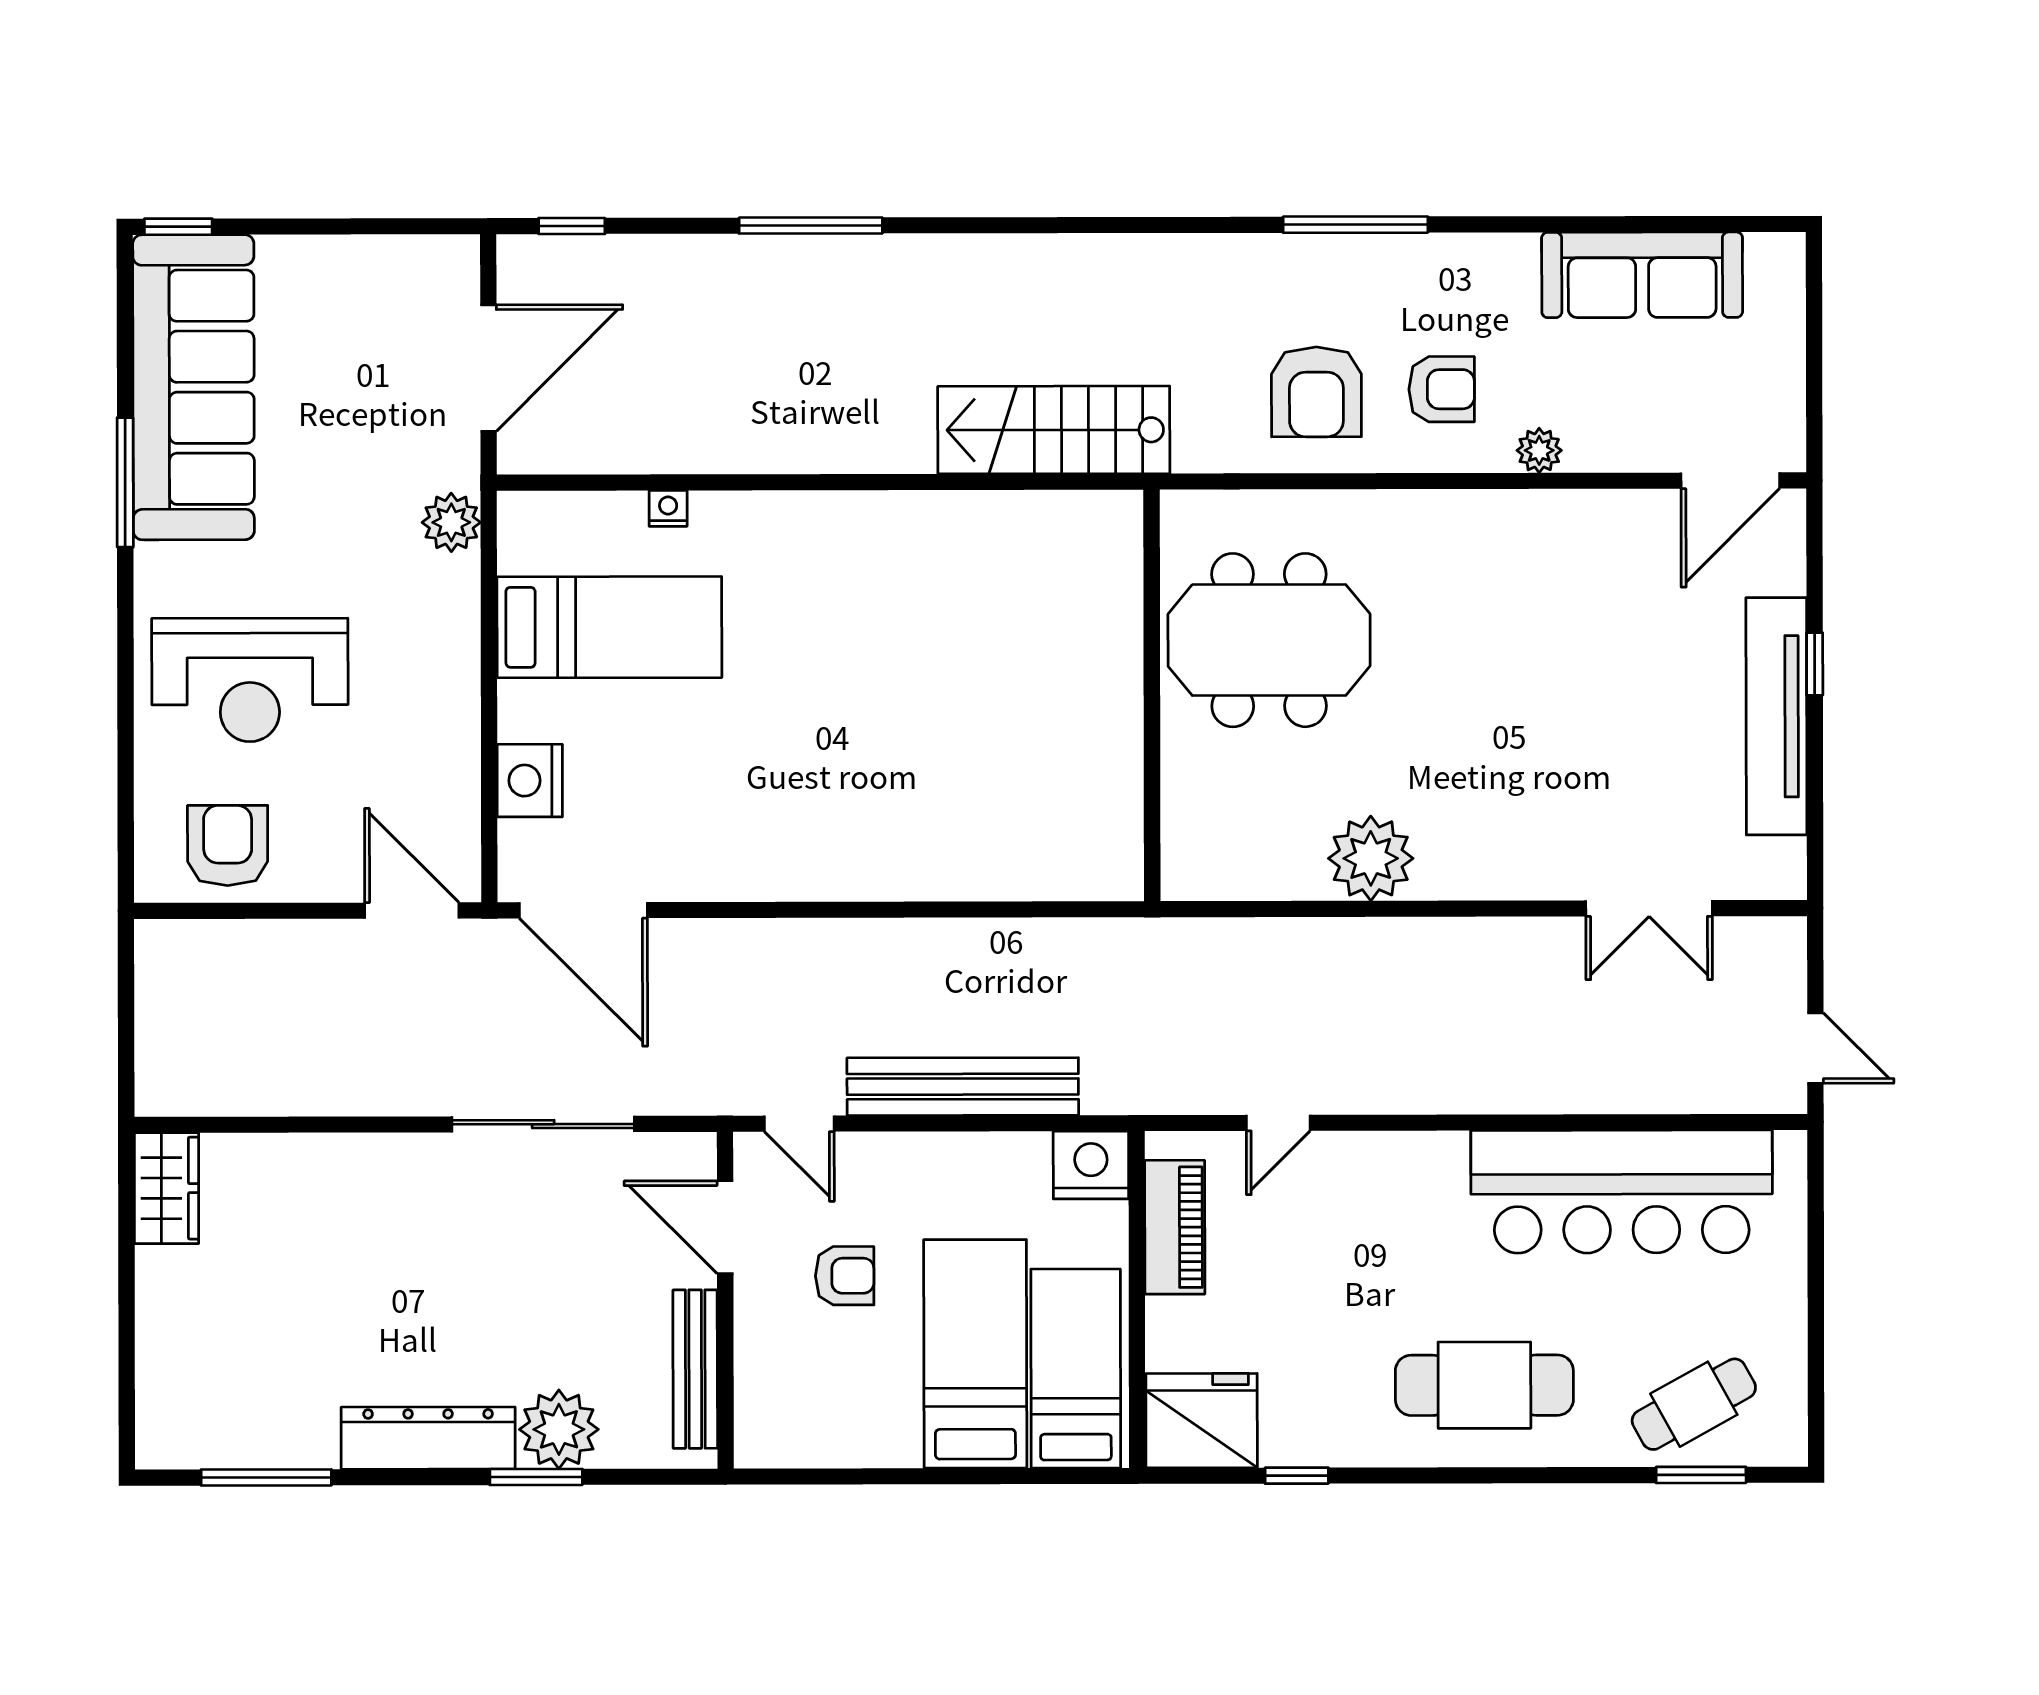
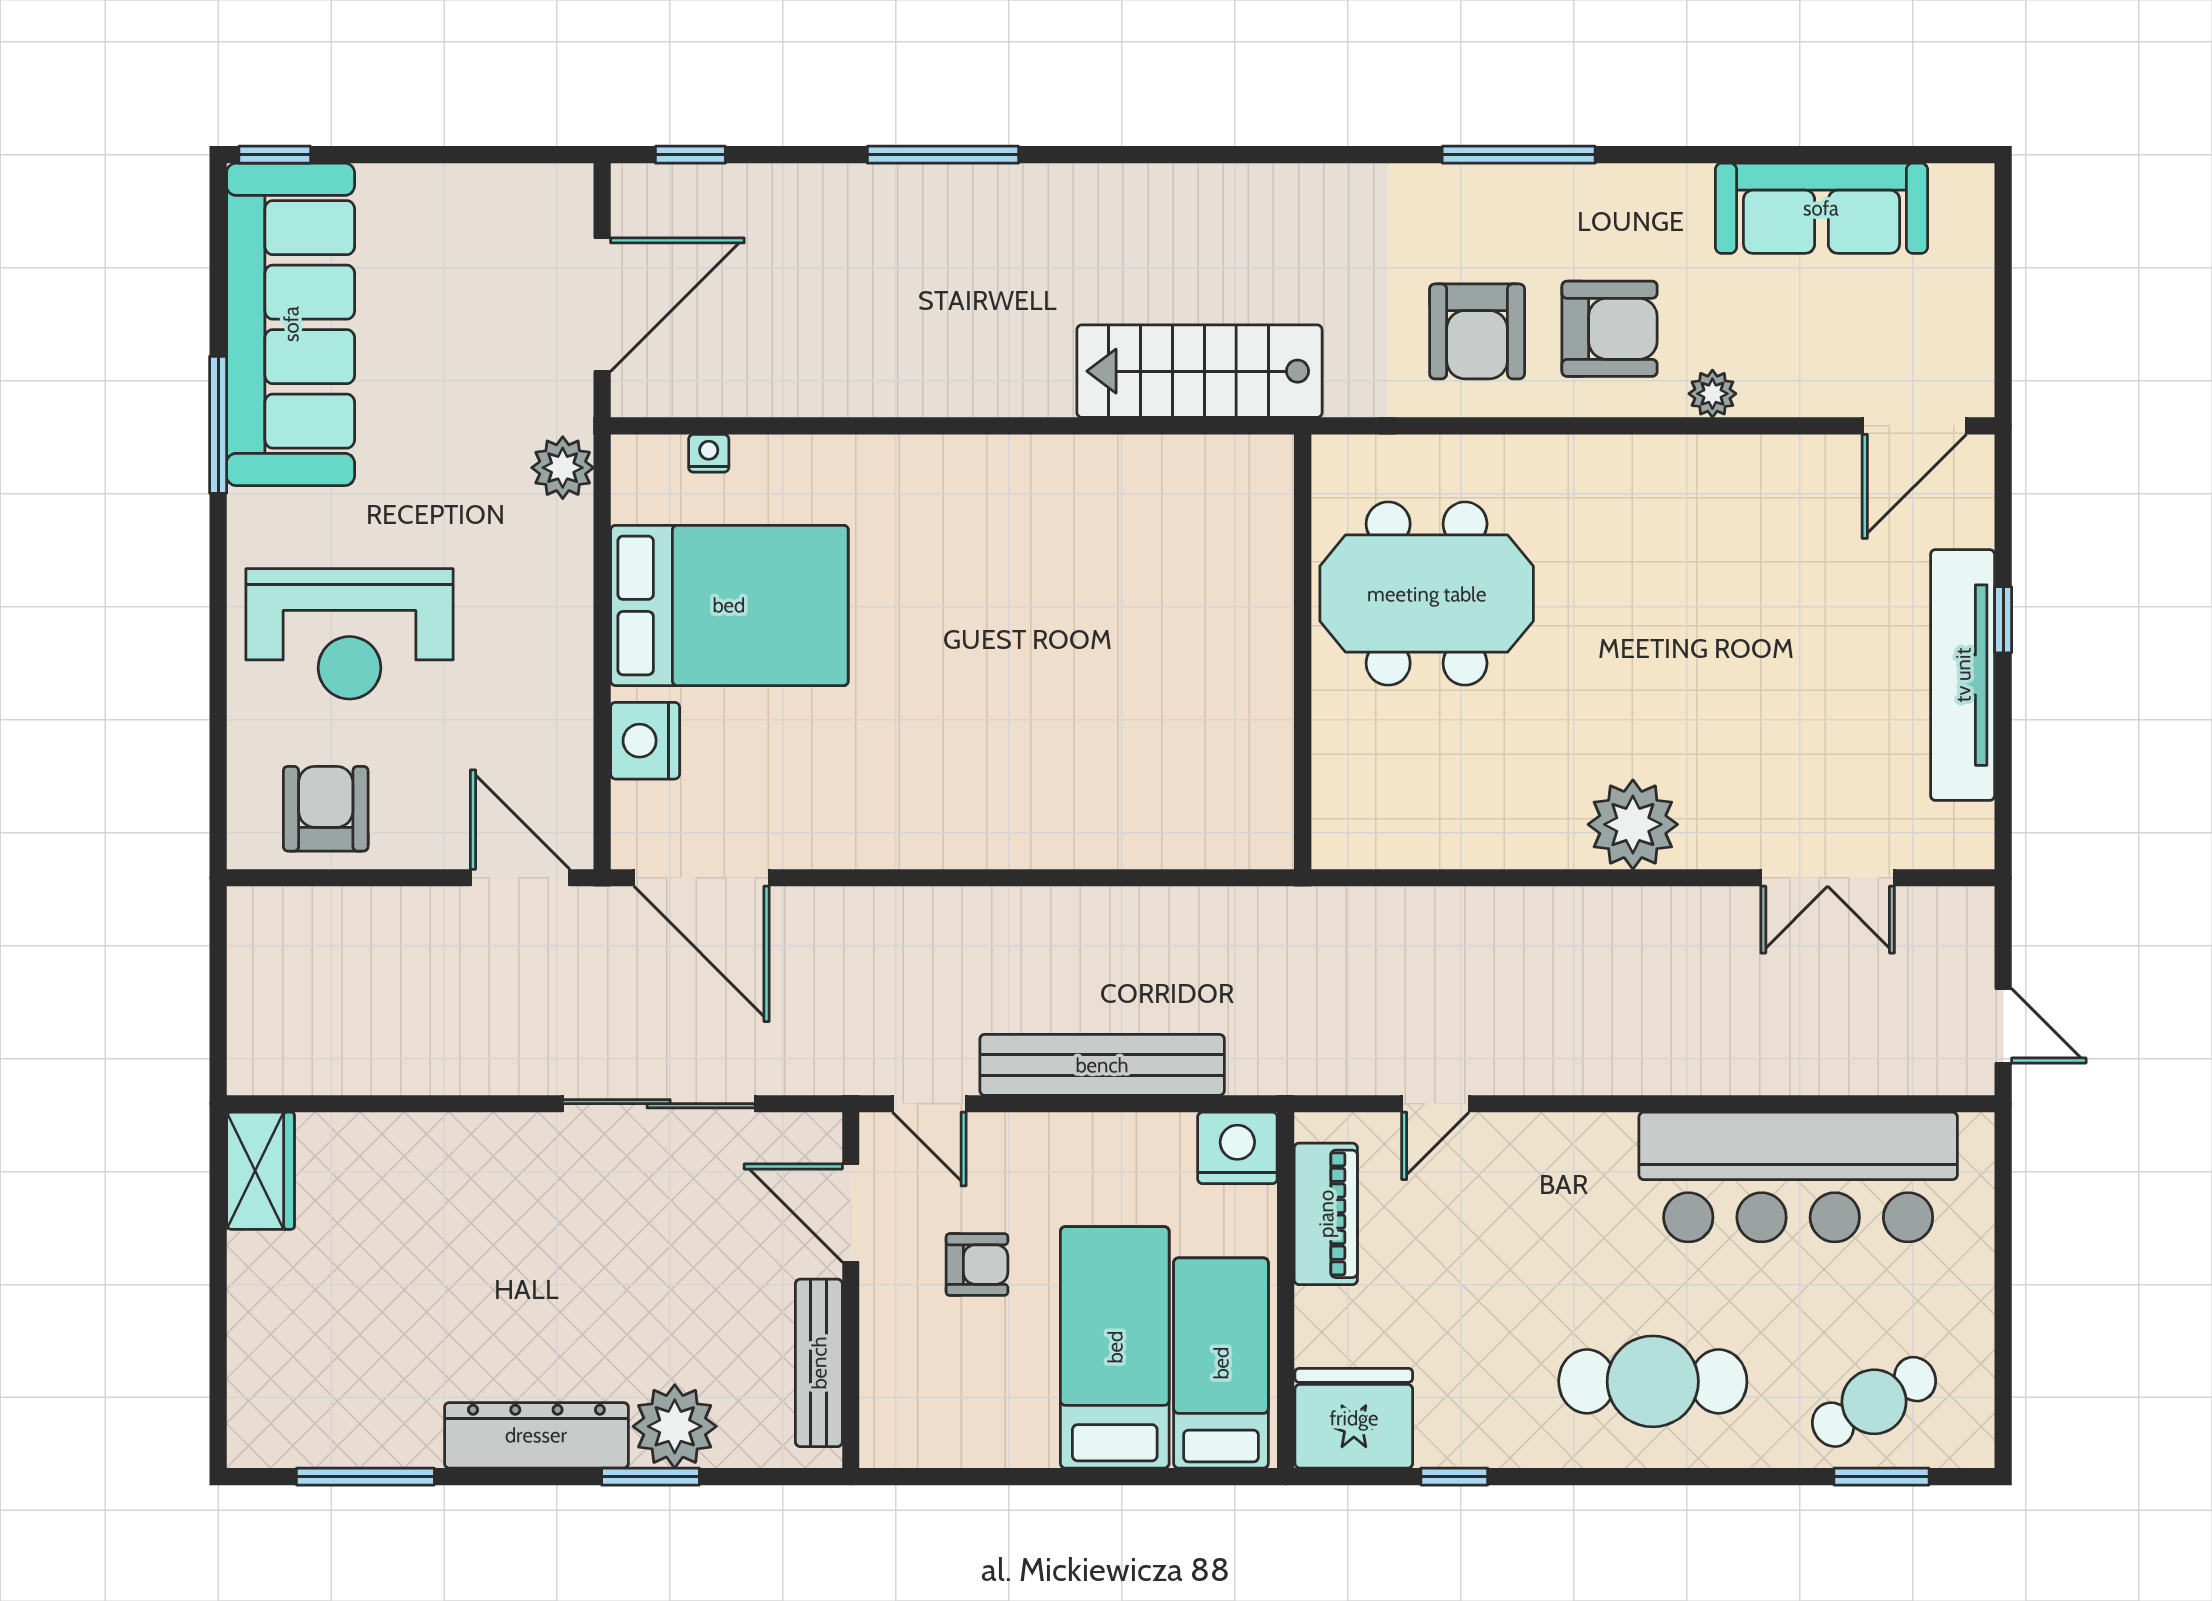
armchair: (1442, 389) -> (1609, 329), width x1.38, depth x1.38
nightstand: (668, 508) -> (709, 453), moved
bed: (609, 627) -> (729, 605), width x1.50
plant: (1371, 858) -> (1633, 824), moved

